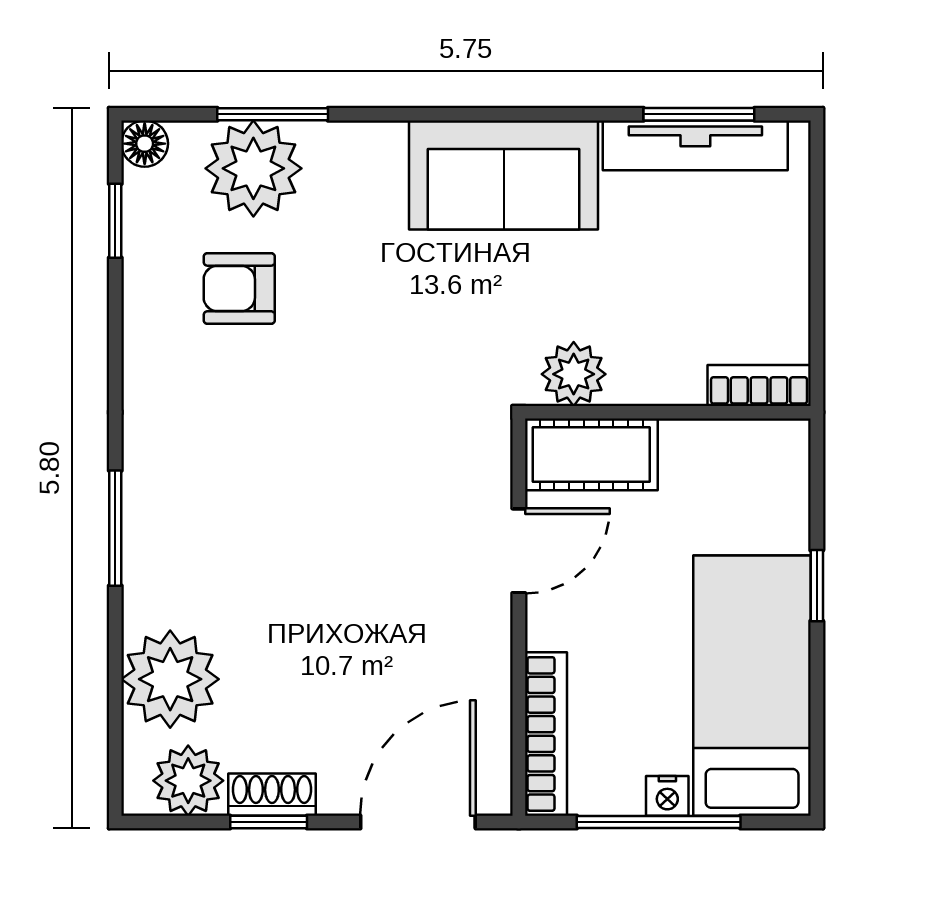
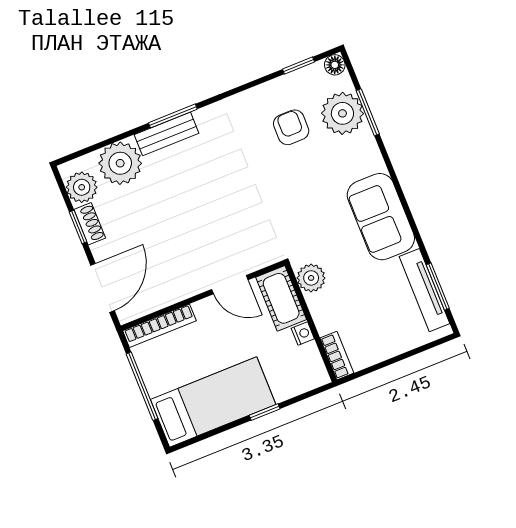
bench: (148, 557) -> (166, 134), added
nightstand: (667, 796) -> (303, 333), moved, turned 180
door: (418, 822) -> (102, 288), hinge flipped

